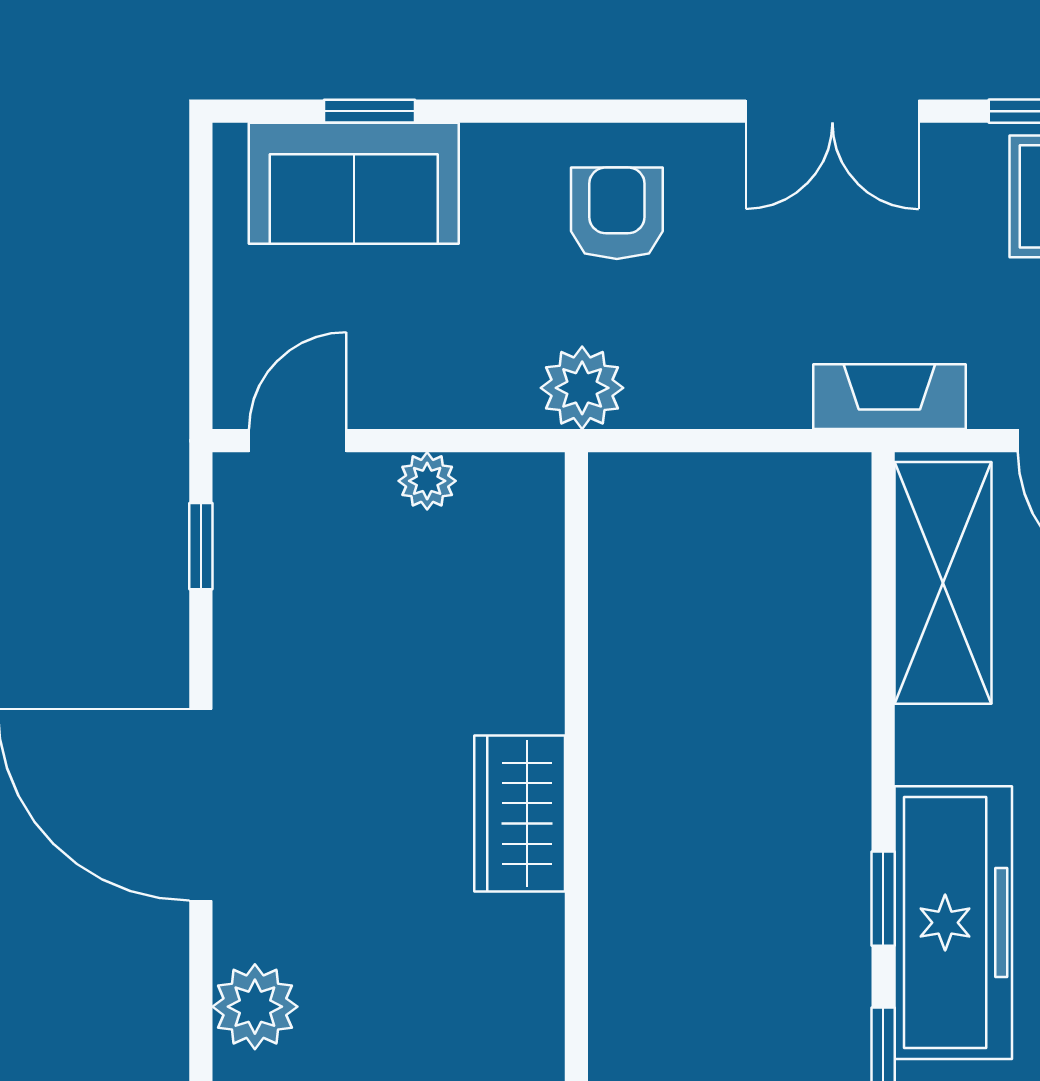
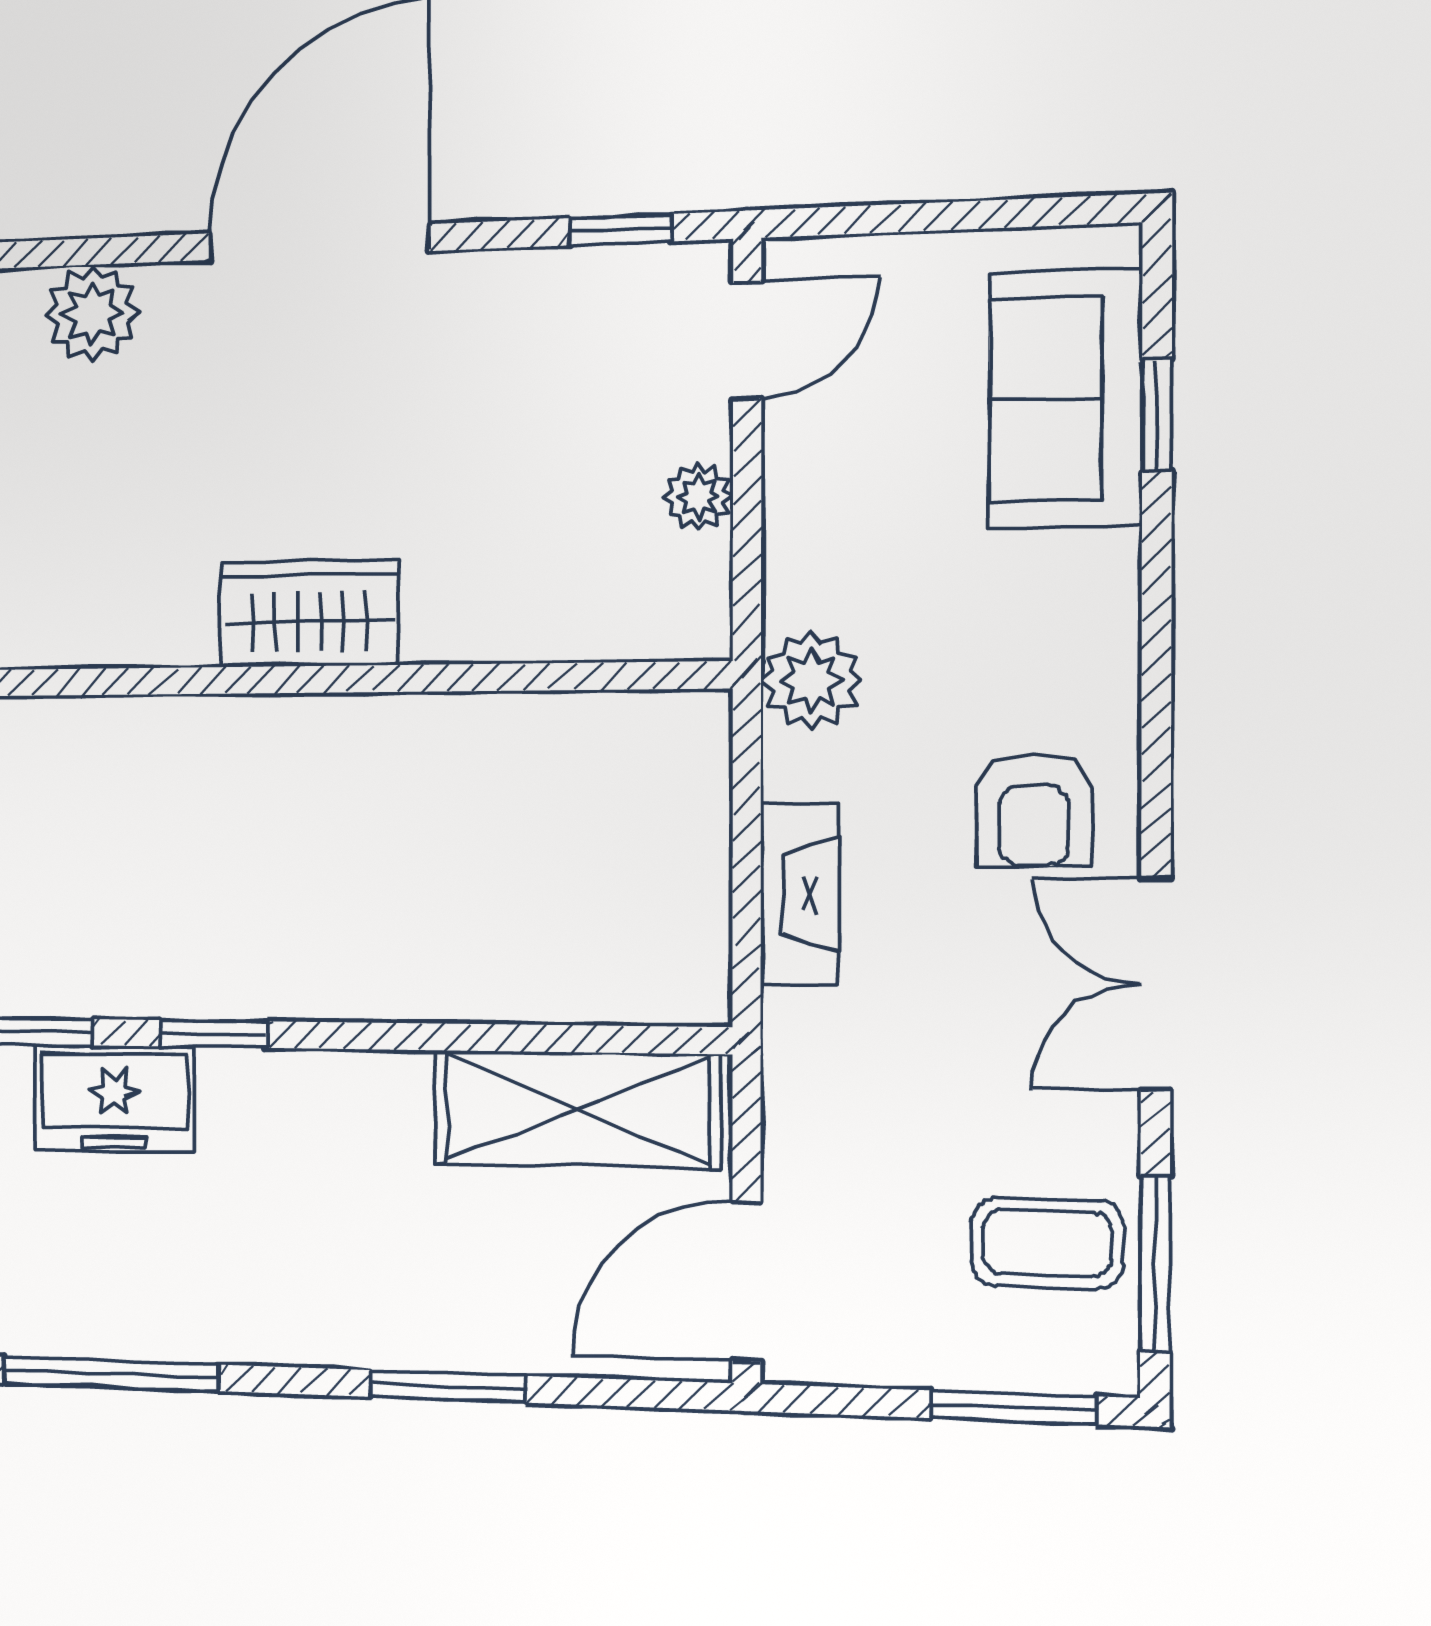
armchair: (617, 213) -> (1034, 810), moved, turned 90
fireplace: (889, 397) -> (800, 894), moved
door: (298, 441) -> (747, 341), hinge flipped
freezer: (953, 923) -> (114, 1099), width x0.52, depth x0.79

